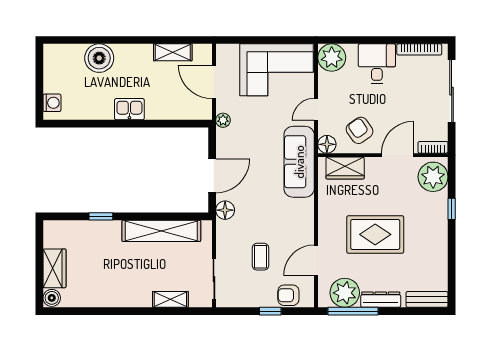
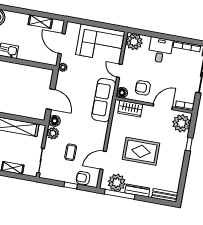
door: (316, 109) -> (119, 71), hinge flipped
armchair: (360, 130) -> (143, 88), turned -55
door: (212, 176) -> (51, 99), hinge flipped
plant: (226, 231) -> (53, 133), added

